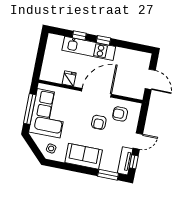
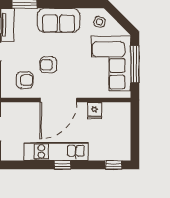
window: (79, 35) -> (114, 165), moved
kitchen unit: (89, 48) -> (56, 152), moved
armchair: (99, 122) -> (48, 65), turned -90

